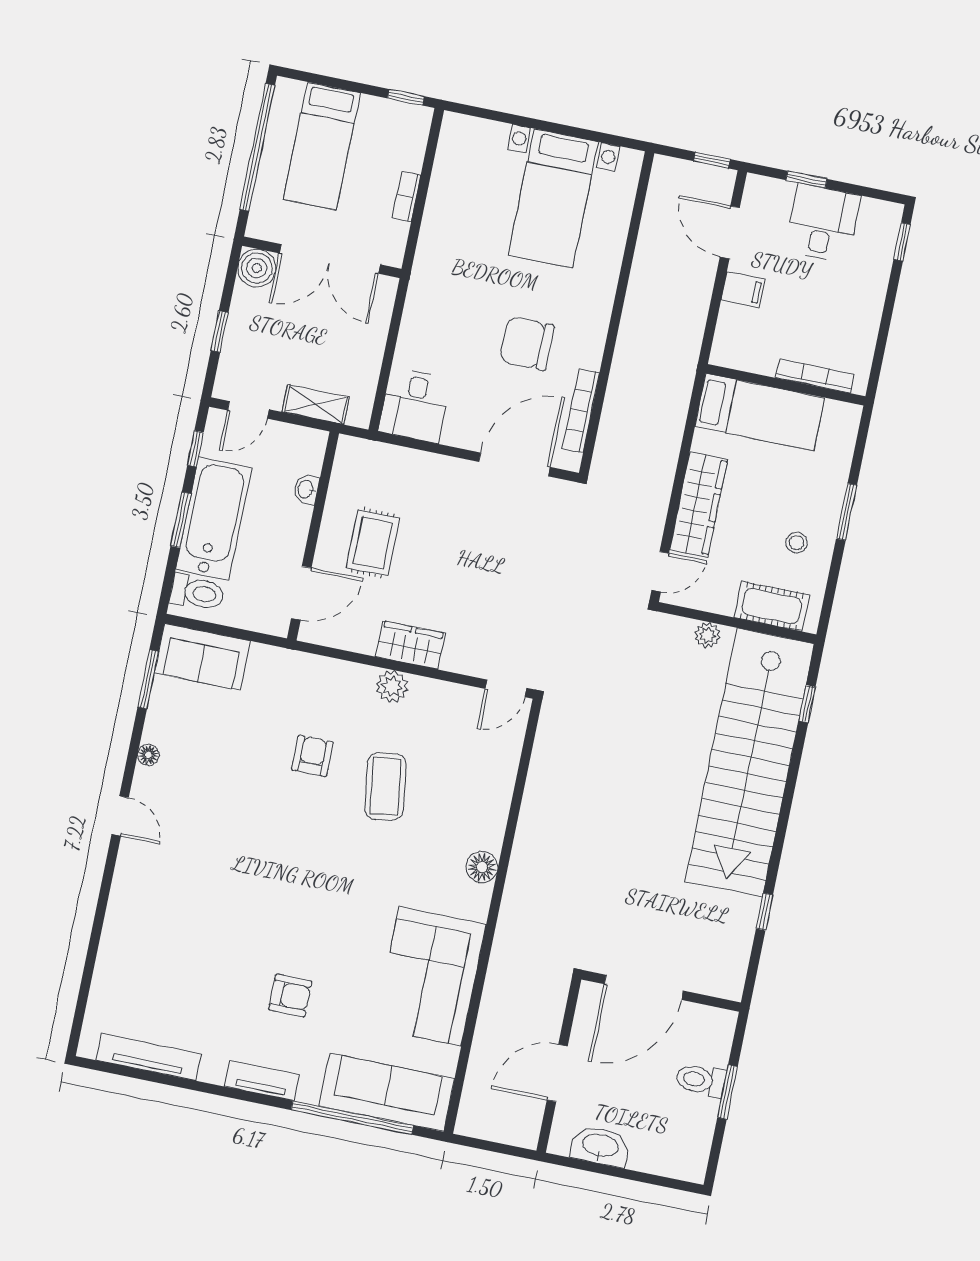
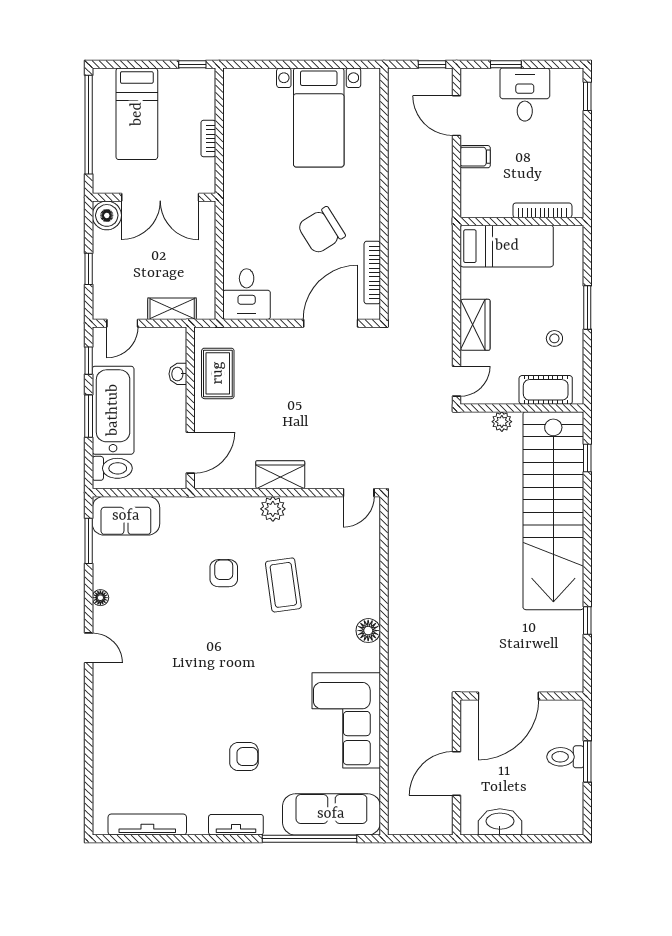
chair: (527, 343) -> (321, 230), turned -32
wardrobe: (699, 504) -> (475, 325), width x0.67
rug: (373, 543) -> (218, 373), moved

